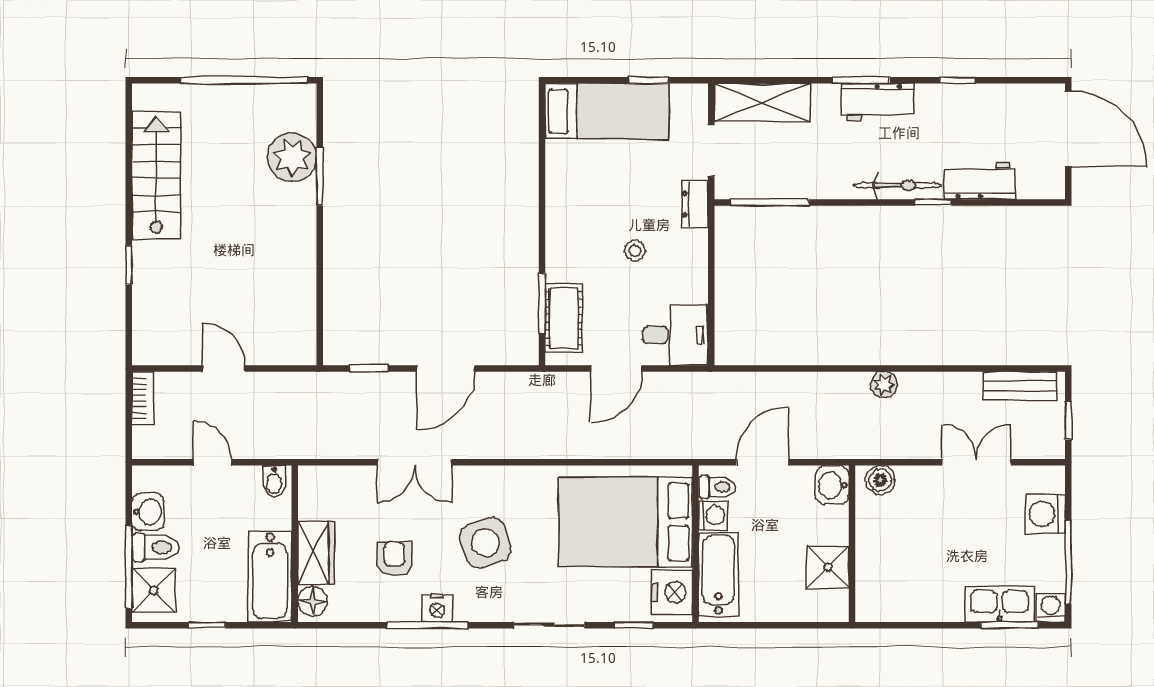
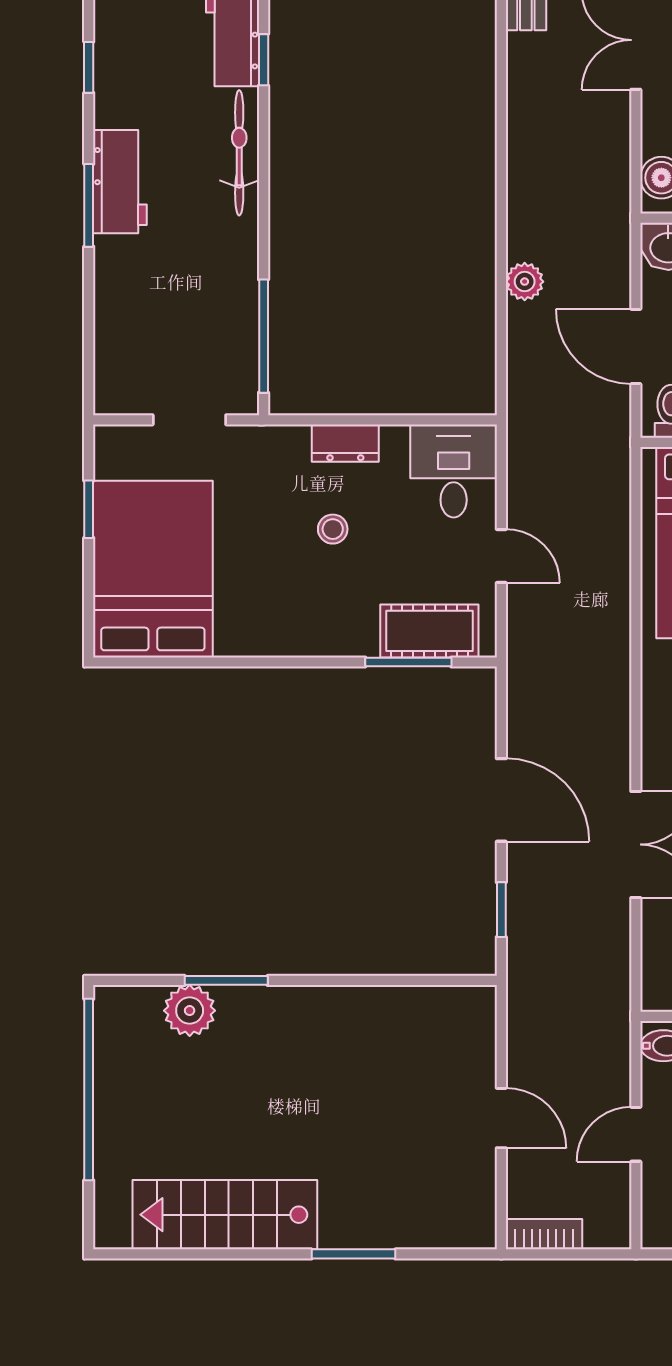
shelving: (762, 103) -> (121, 347), removed
bed: (607, 111) -> (153, 569), width x1.50
plant: (292, 157) -> (190, 1011), width x0.73, depth x0.73
window: (933, 202) -> (264, 60), moved
dresser: (695, 204) -> (345, 443), moved
window: (129, 265) -> (353, 1254), width x1.50
door: (224, 368) -> (501, 1118), swing flipped
door: (616, 368) -> (501, 556), width x0.73
plant: (884, 385) -> (525, 282), moved

